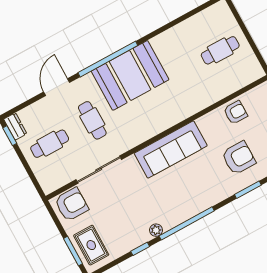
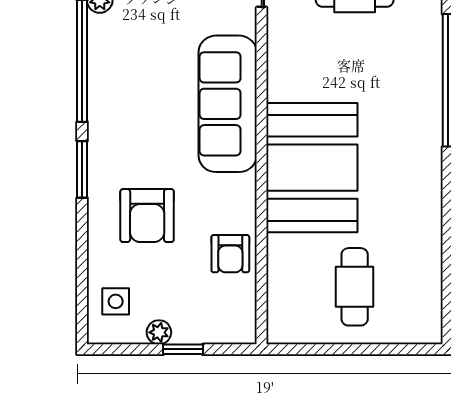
booth: (130, 75) -> (312, 168), moved
window: (248, 190) -> (82, 169), moved

